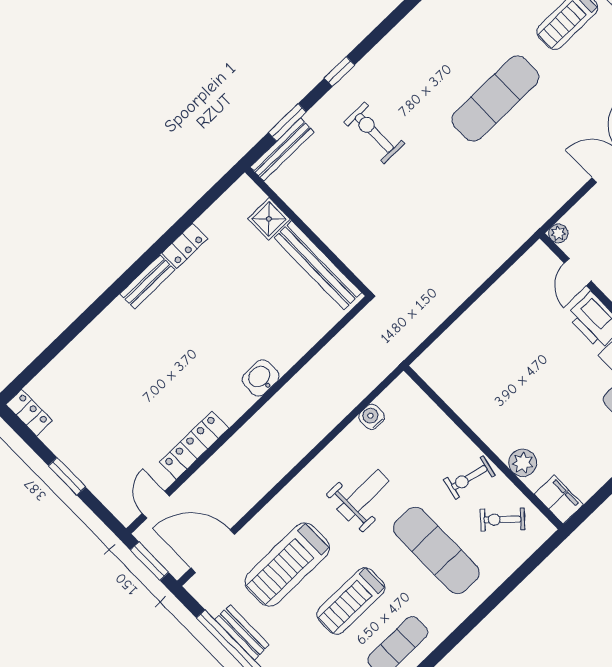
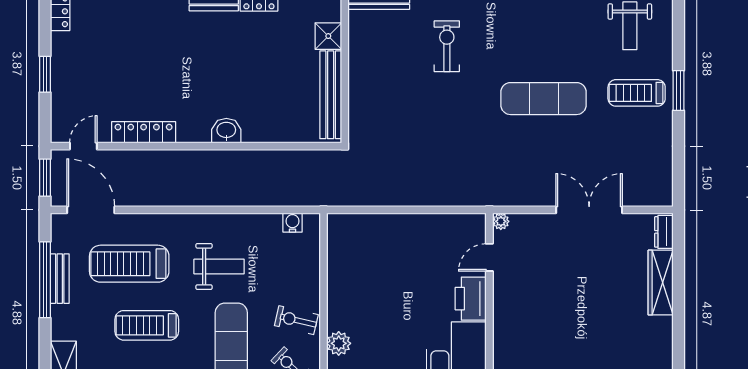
water cooler: (372, 417) -> (292, 223), moved

